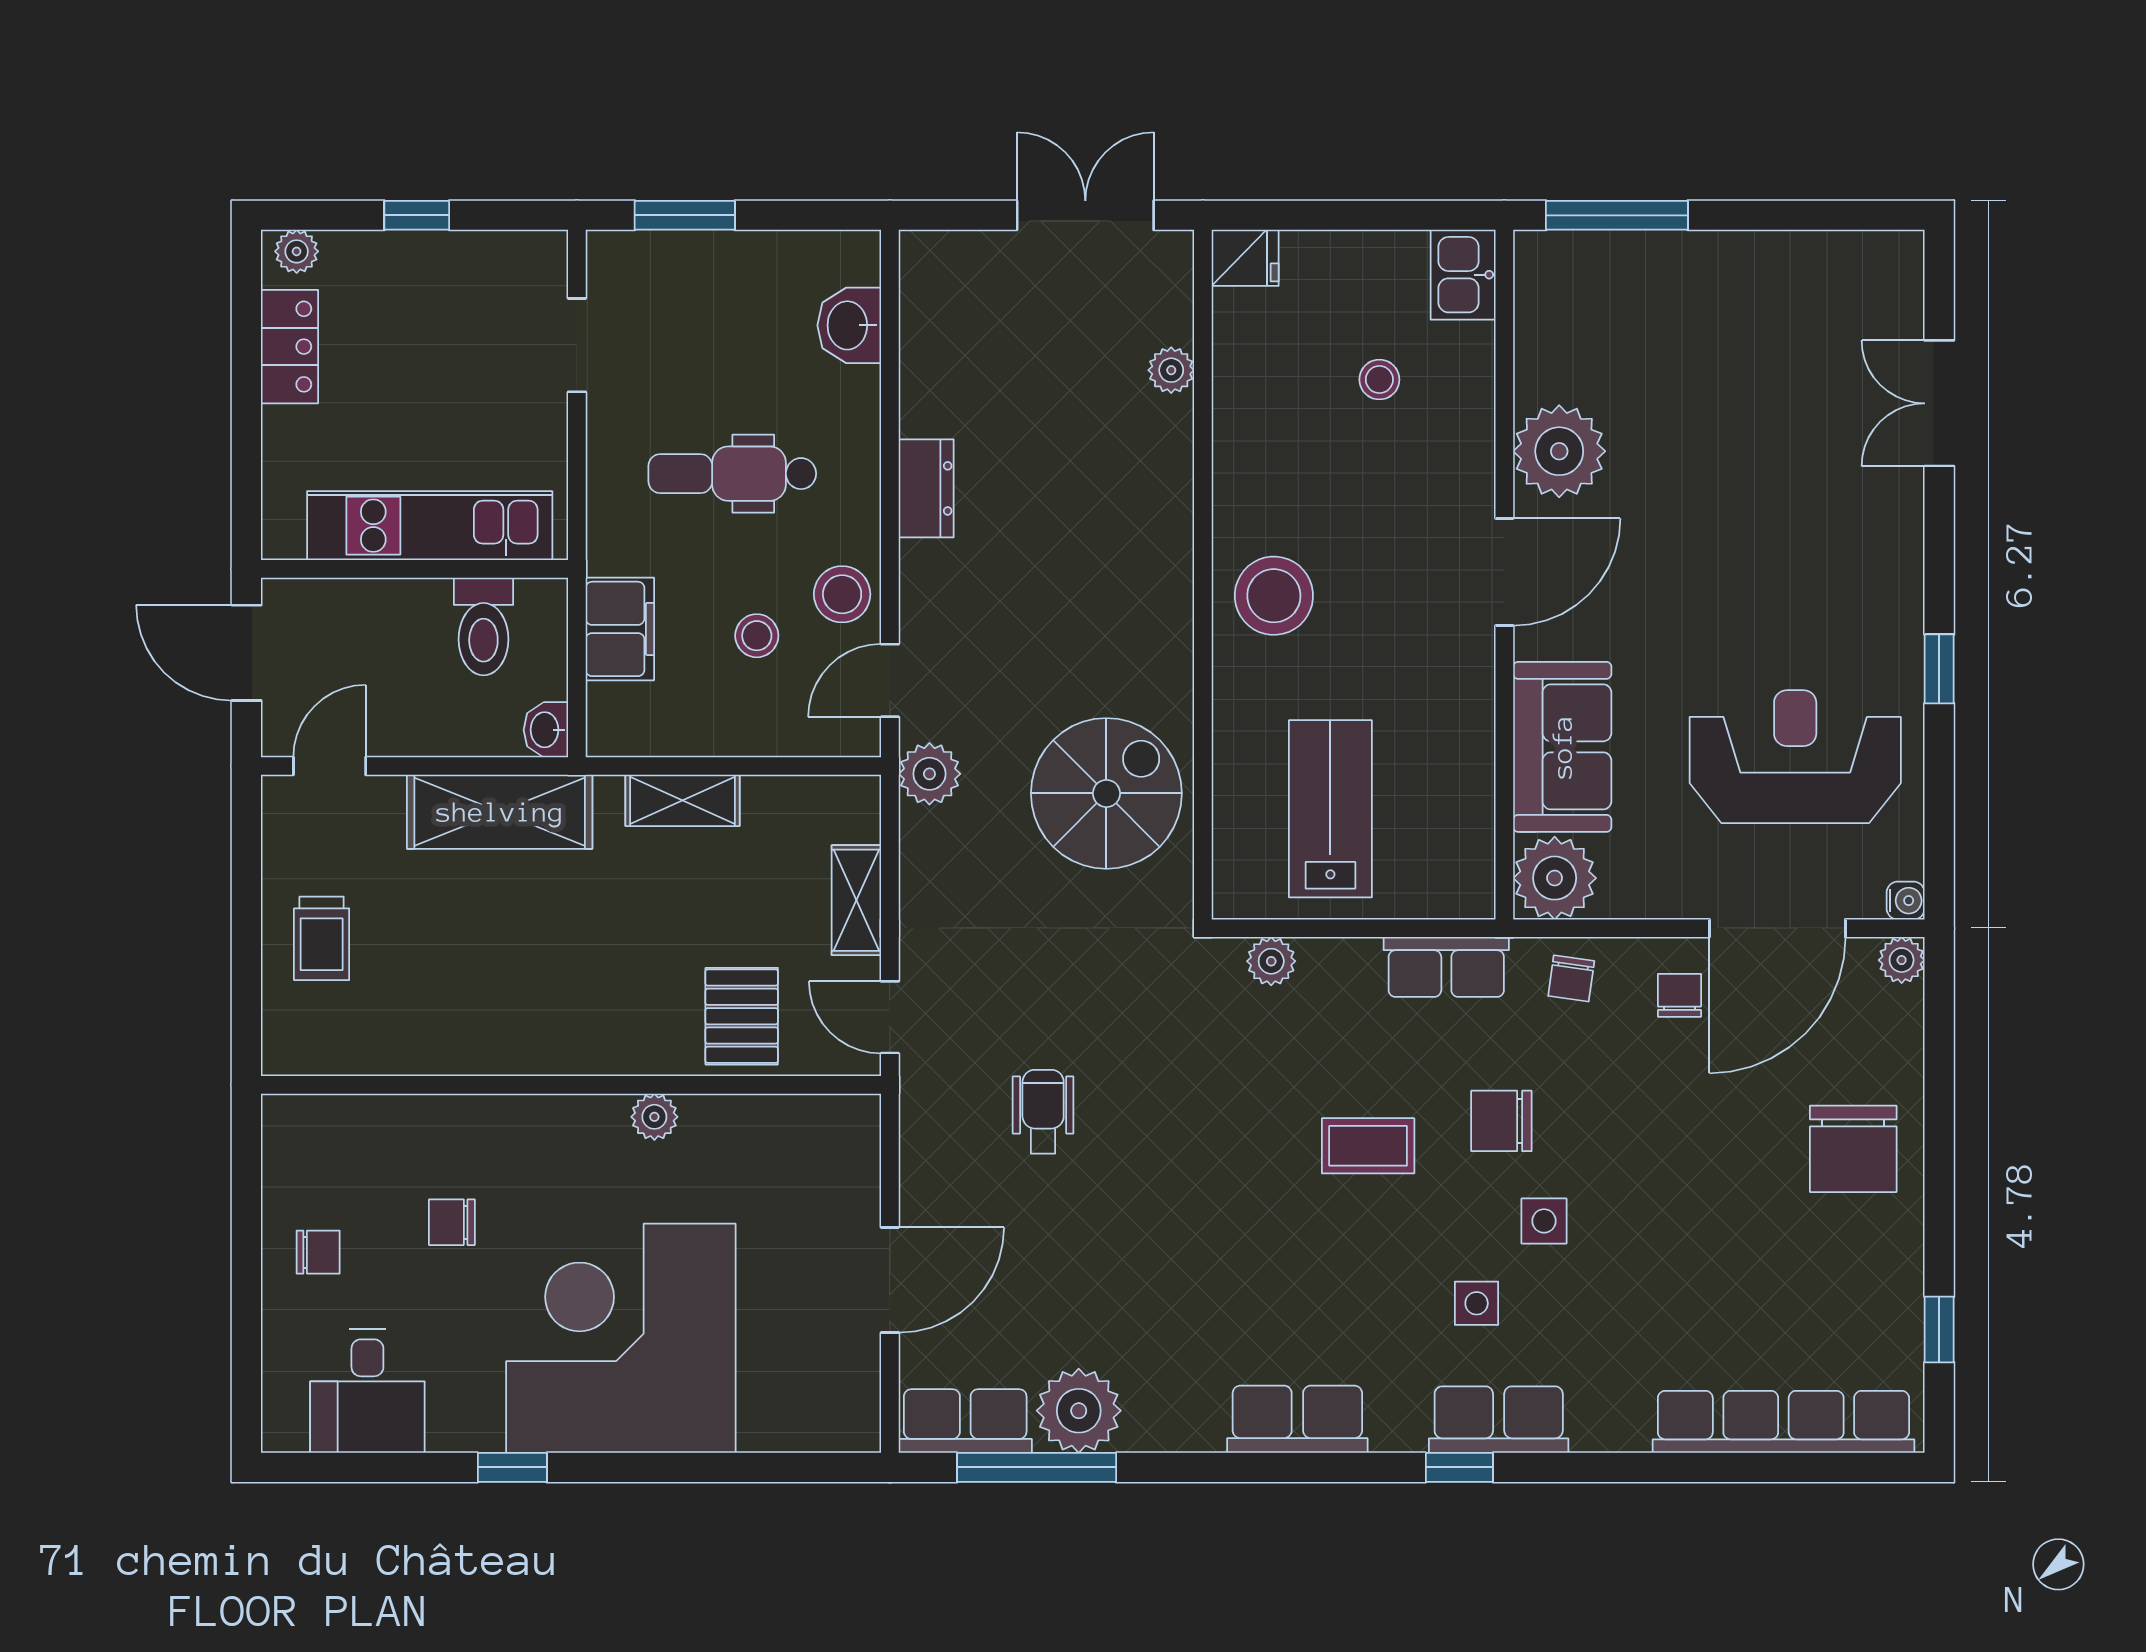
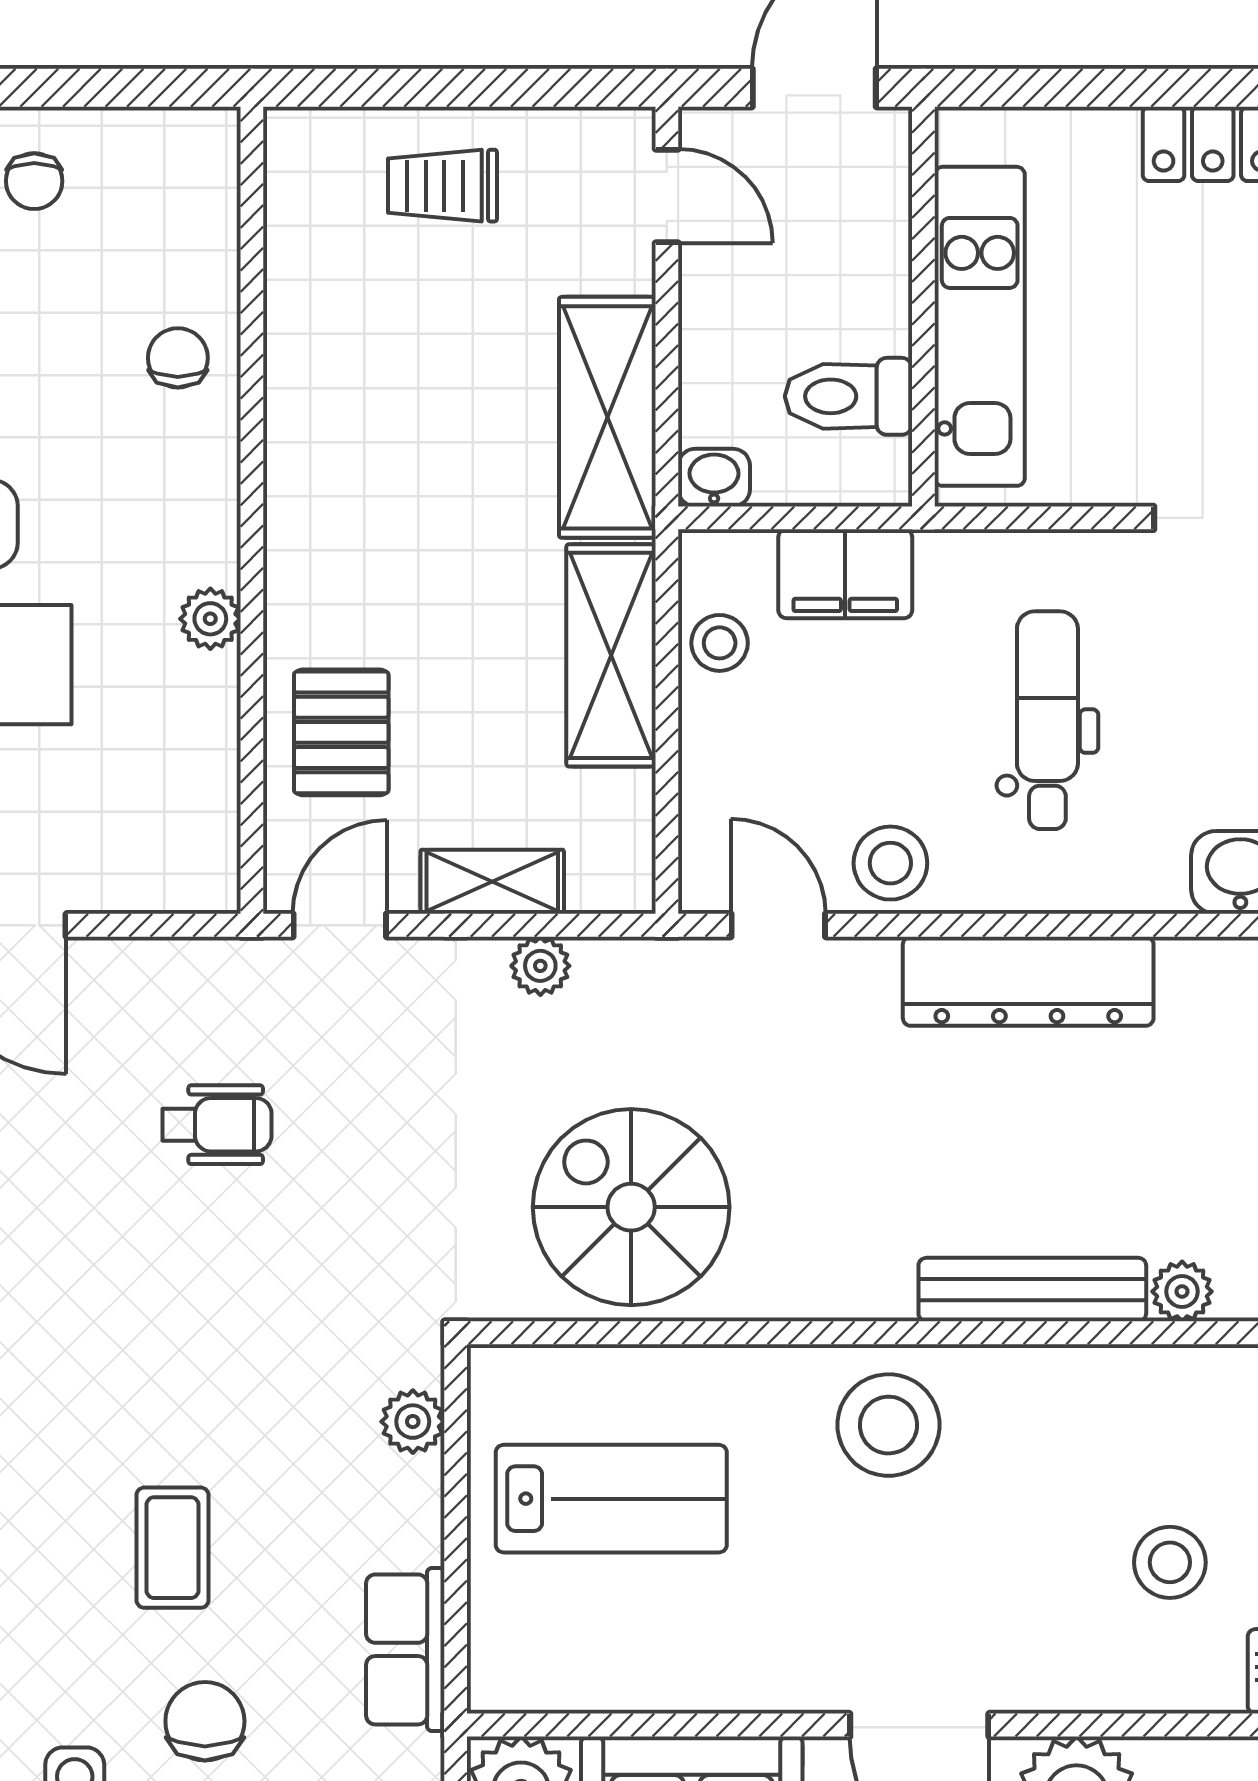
stool: (1379, 380) -> (1170, 1562), width x1.37, depth x1.37
bench: (1170, 485) -> (1032, 1290), added
dresser: (926, 488) -> (1028, 981), width x1.96, depth x1.24
stool: (757, 636) -> (720, 643), moved
plant: (929, 774) -> (540, 966), moved, width x0.73, depth x0.73
spiral stairs: (1106, 793) -> (631, 1207), turned 180
shelving: (683, 800) -> (611, 655), width x1.50, depth x1.33
pallet: (742, 1016) -> (341, 732), turned 90
chair: (452, 1222) -> (178, 358), moved

